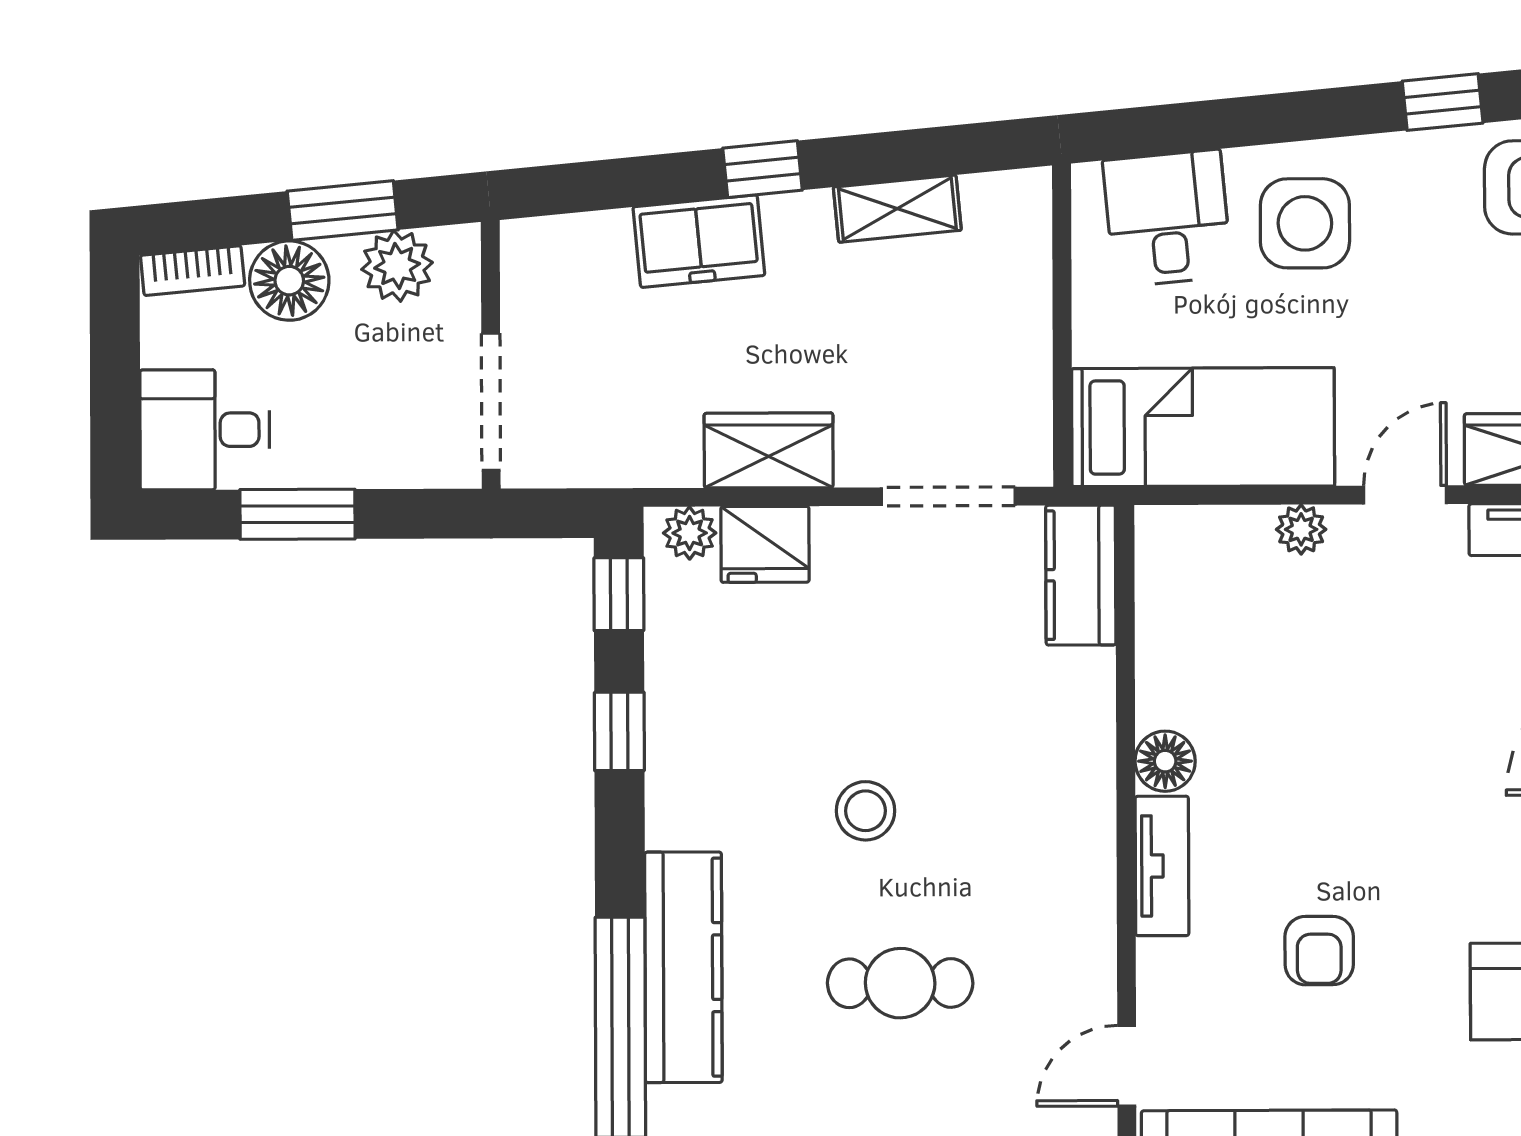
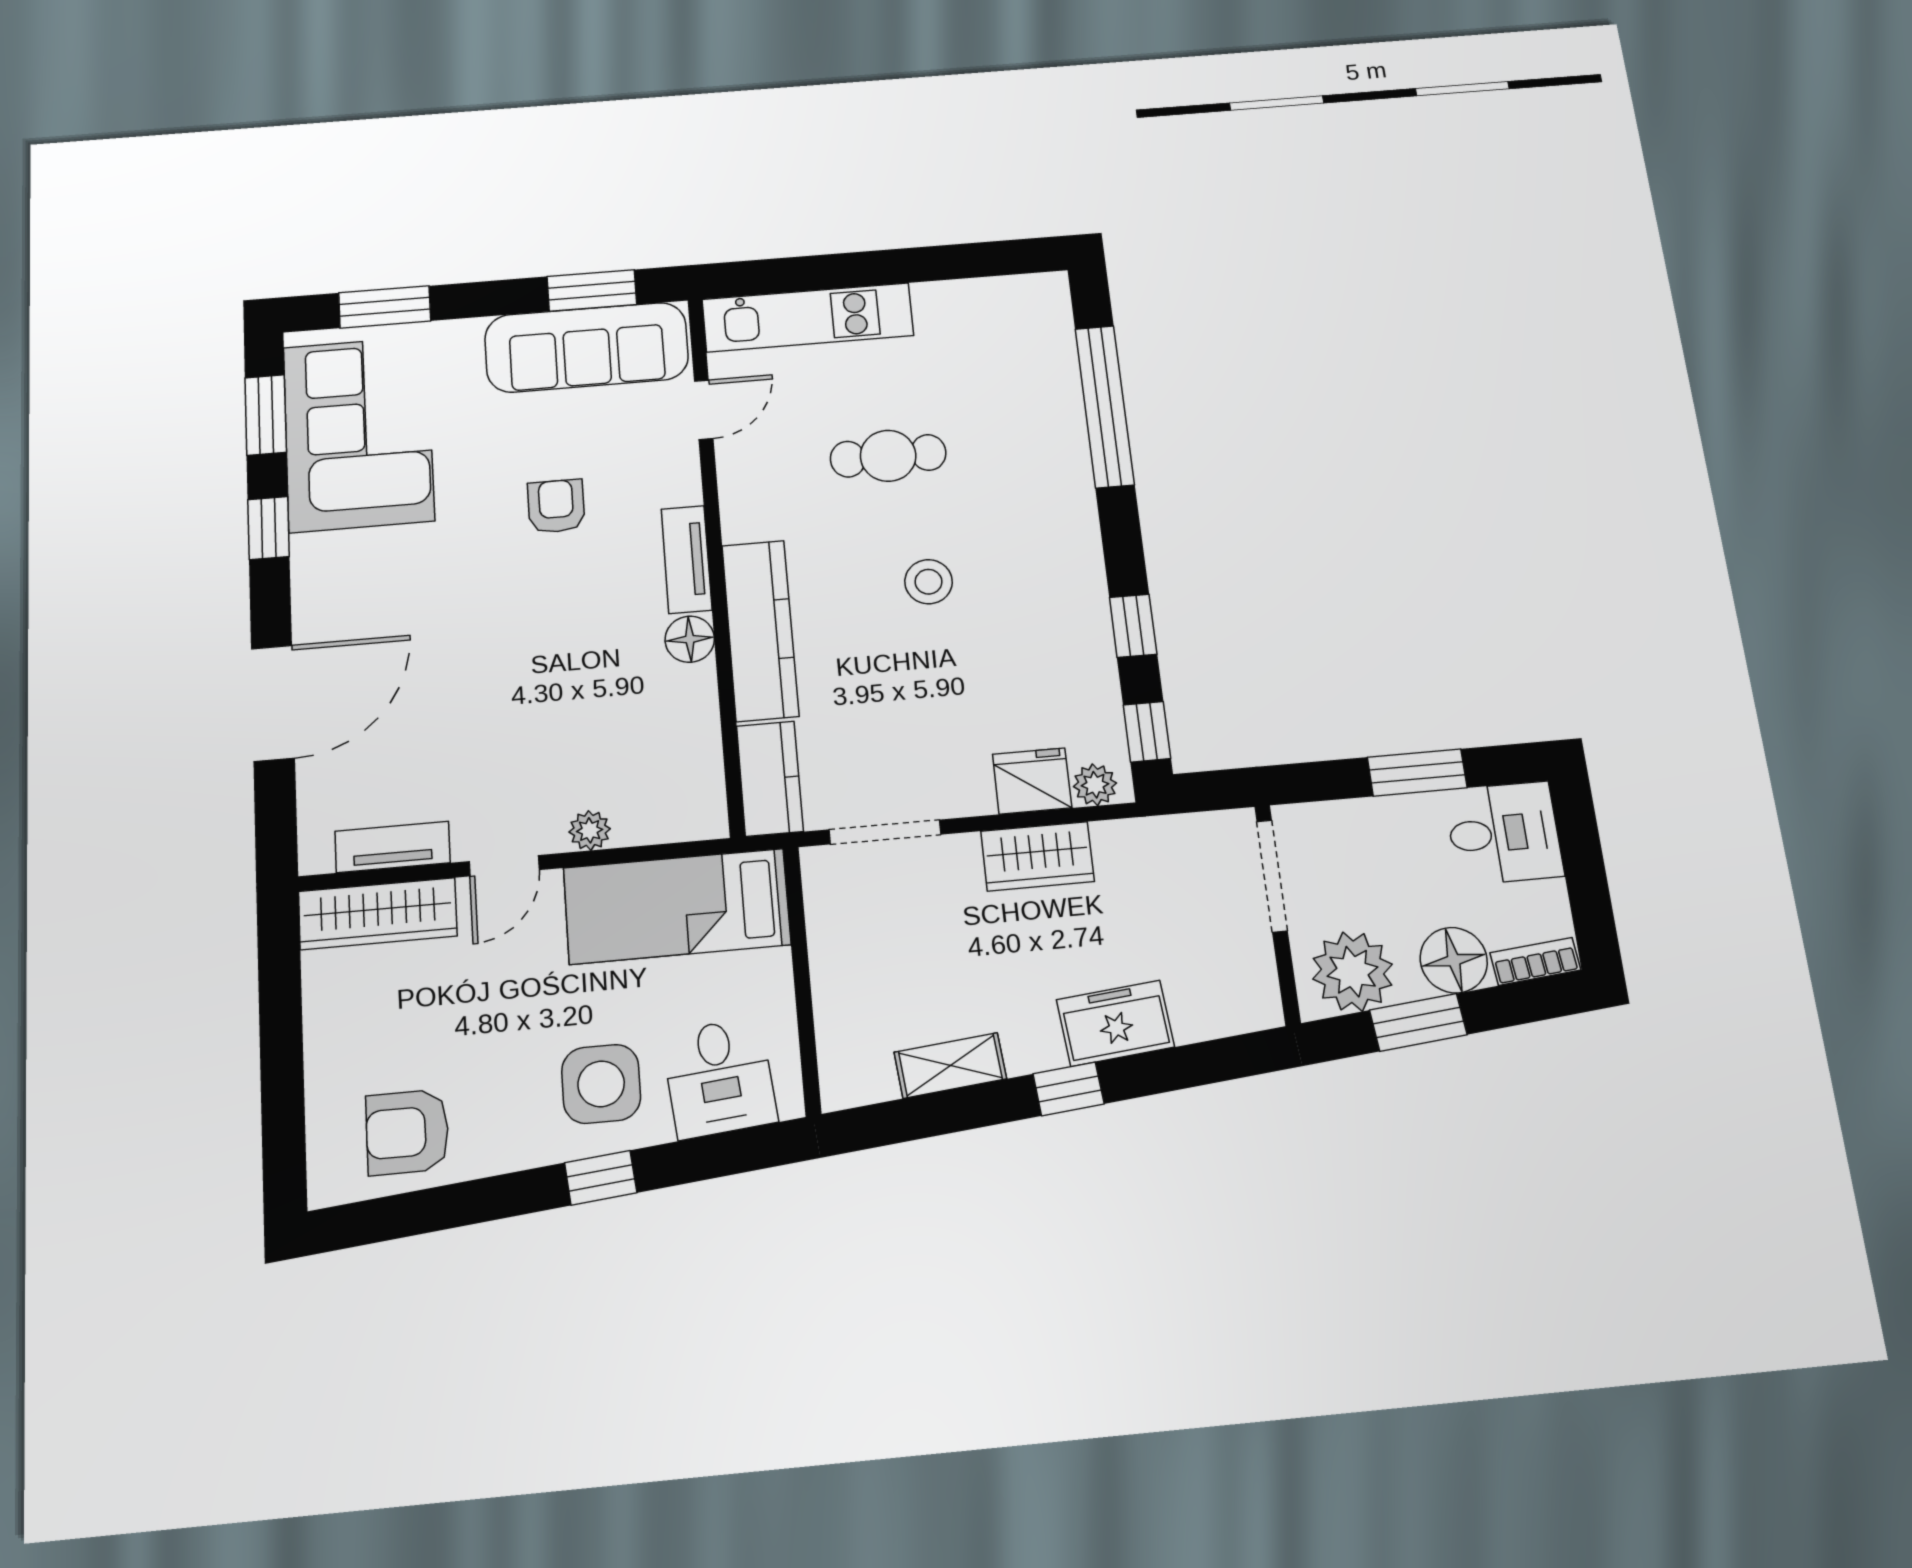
window: (1443, 102) -> (601, 1178), moved
plant: (397, 266) -> (1353, 972), width x1.36, depth x1.36
kitchen counter: (683, 967) -> (760, 630), moved, turned 180

